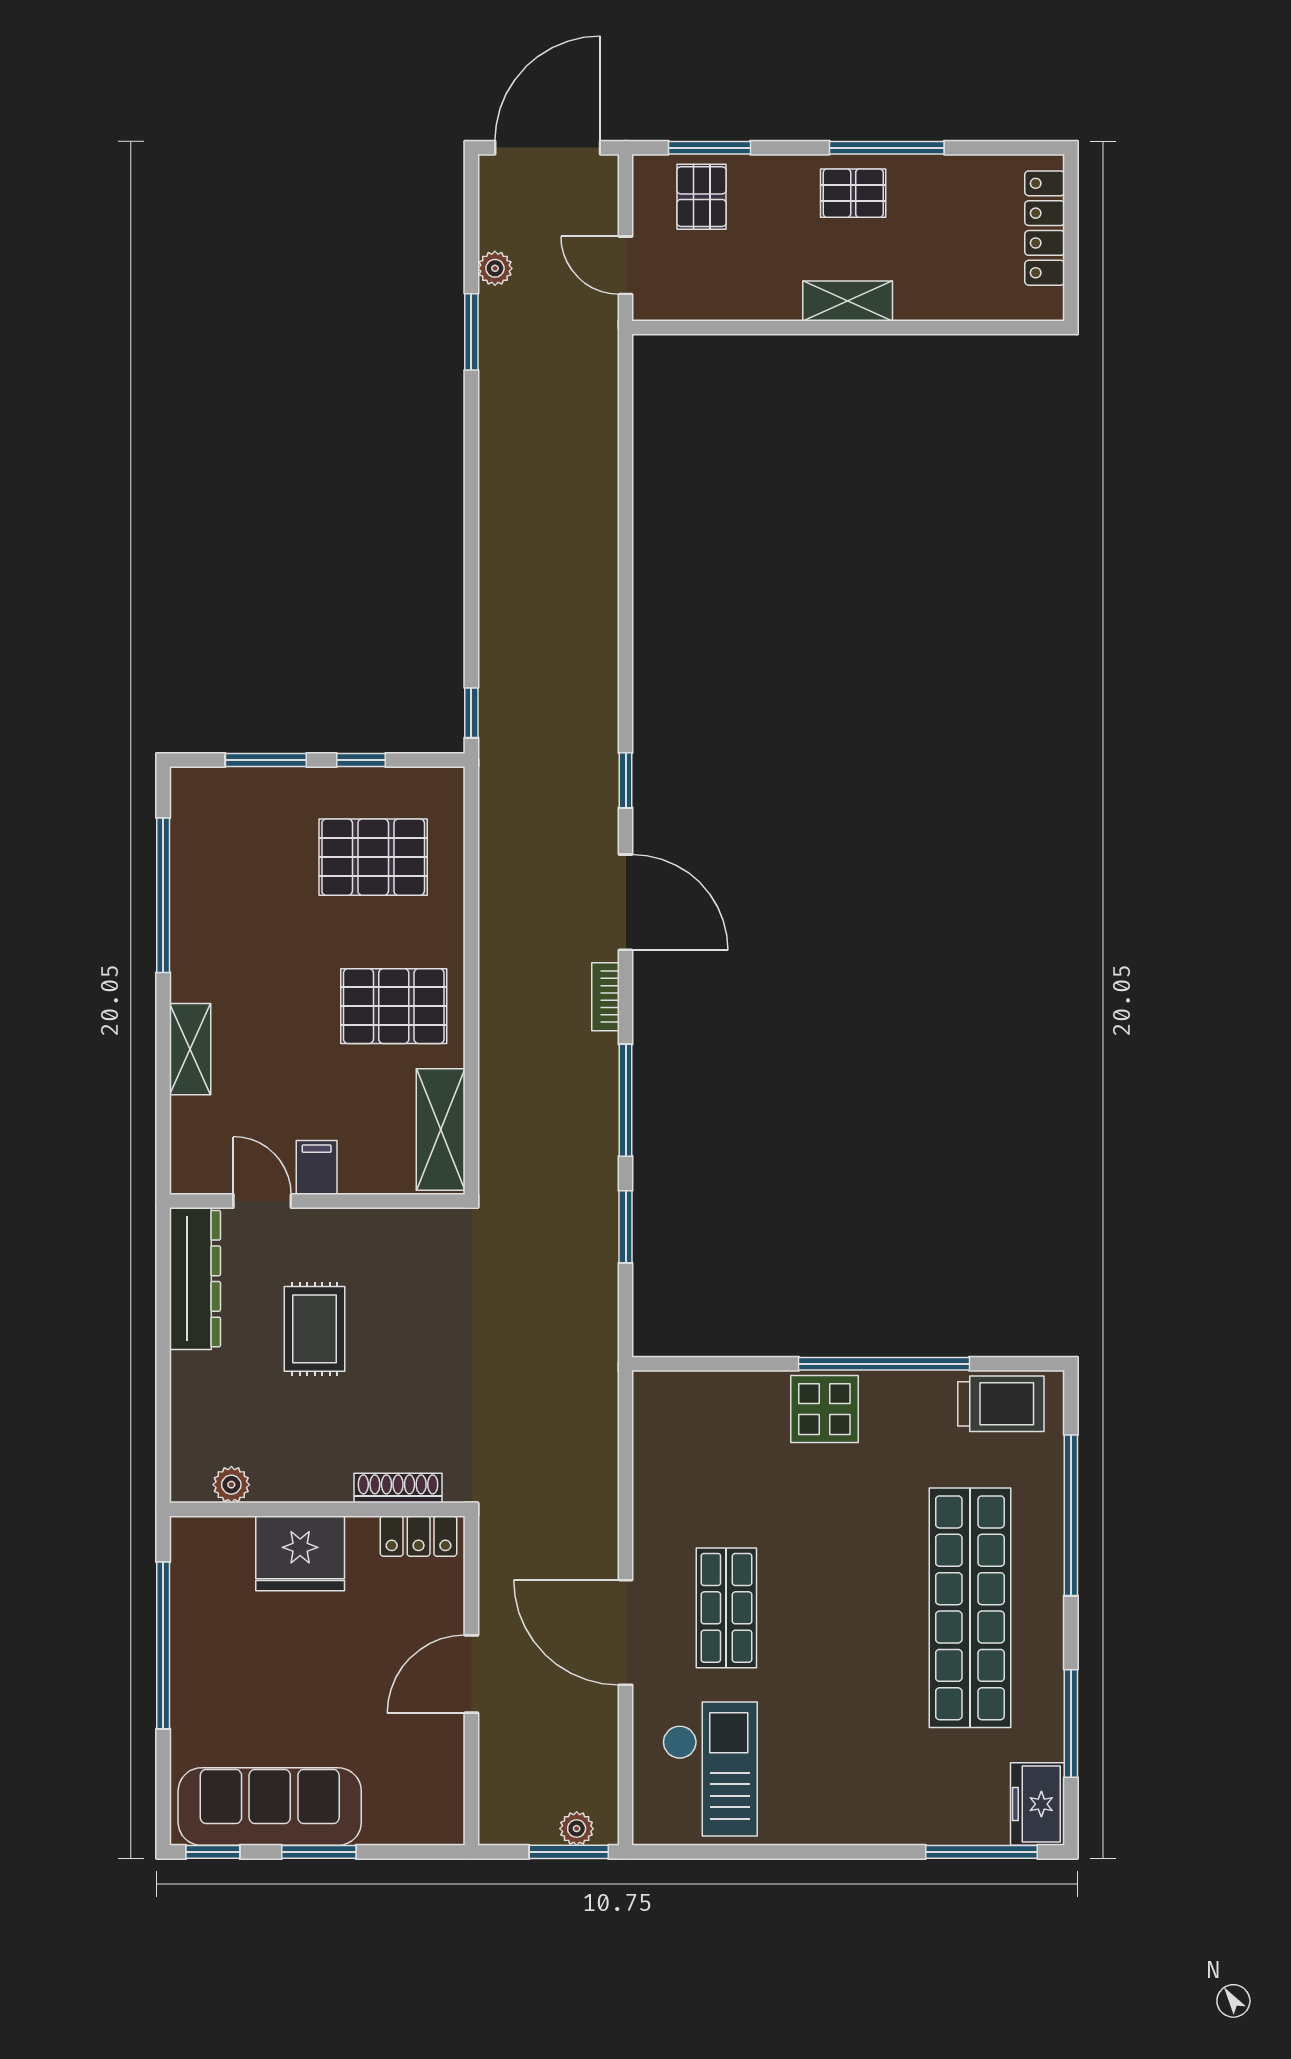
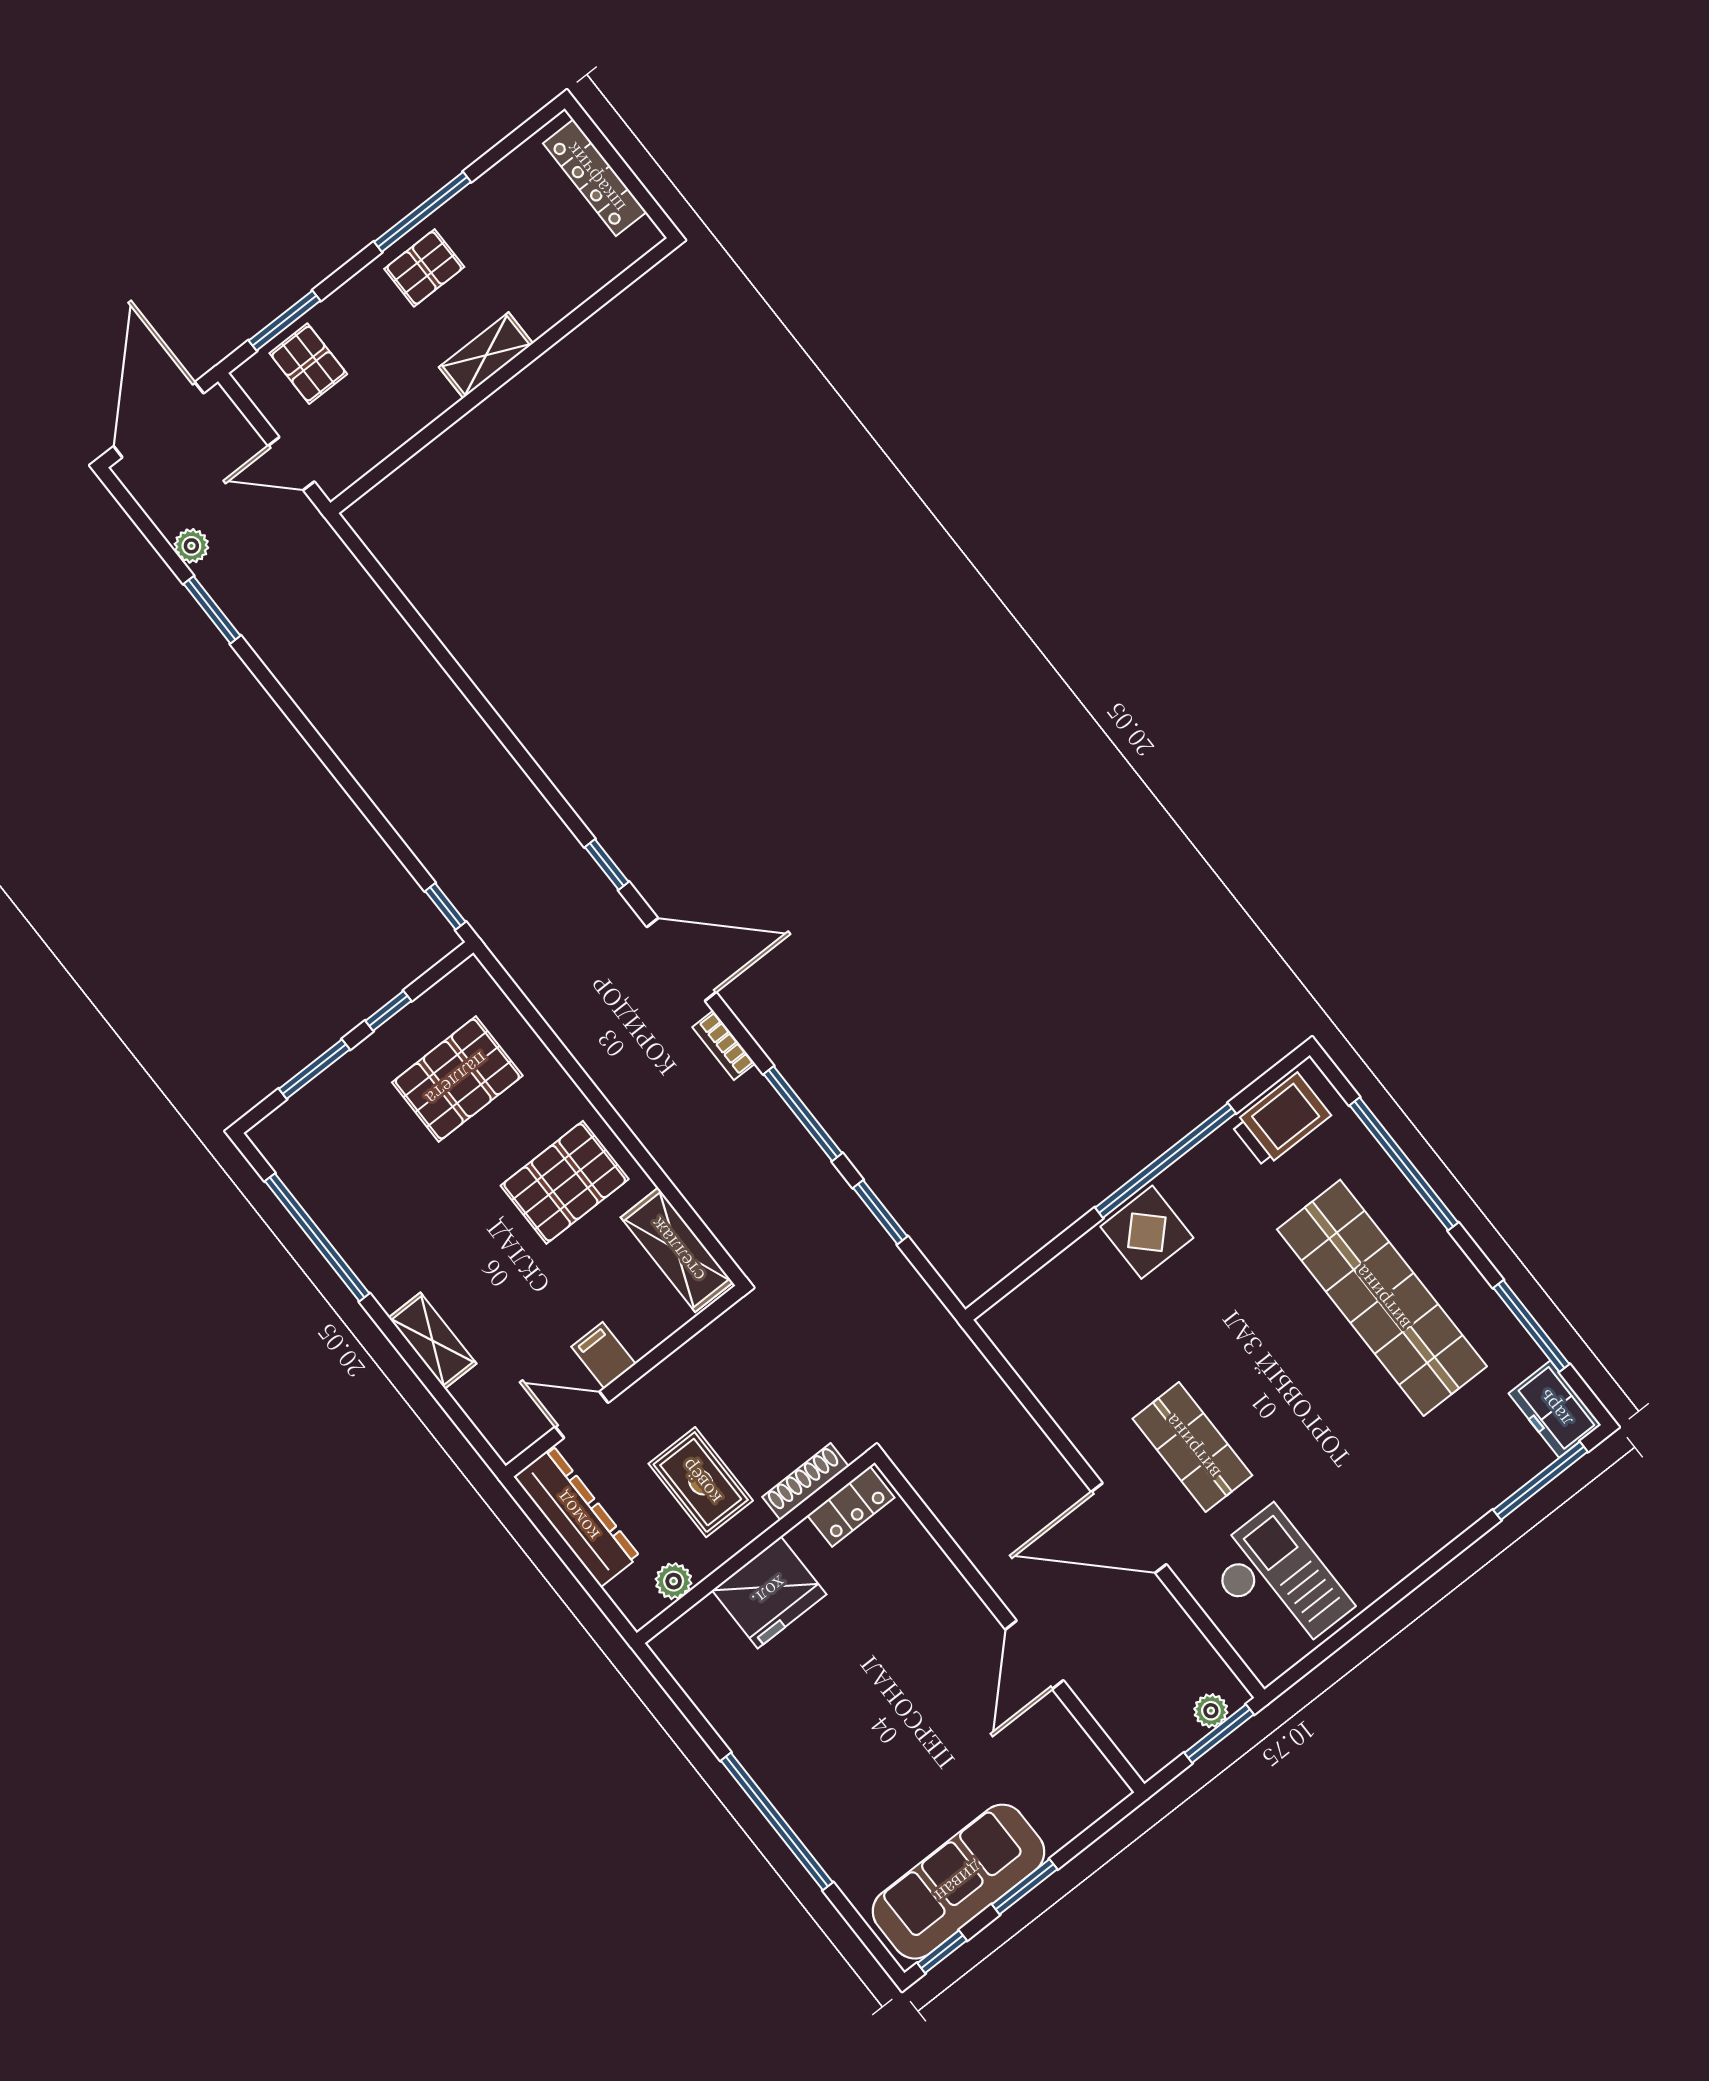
plant: (231, 1485) -> (674, 1581), moved
shoe rack: (398, 1488) -> (805, 1482), moved
wall: (317, 1509) -> (756, 1548), moved
locker: (419, 1536) -> (851, 1506), moved
fridge: (300, 1553) -> (769, 1592), moved

